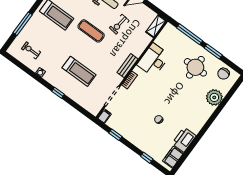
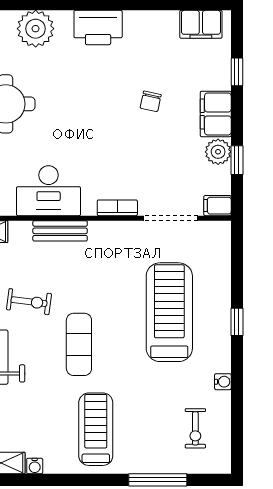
bench: (127, 66) -> (60, 231), moved
treadmill: (79, 71) -> (169, 312), width x1.37, depth x1.38
plant: (123, 130) -> (218, 152), added
filing cabinet: (137, 139) -> (216, 114), added
printer: (184, 140) -> (98, 28), moved

